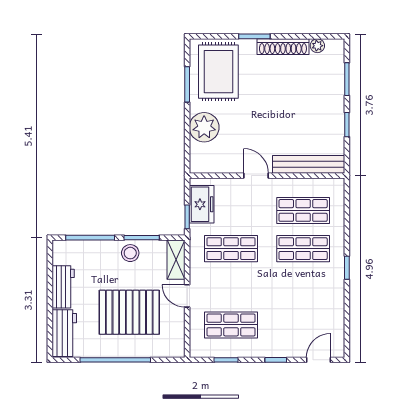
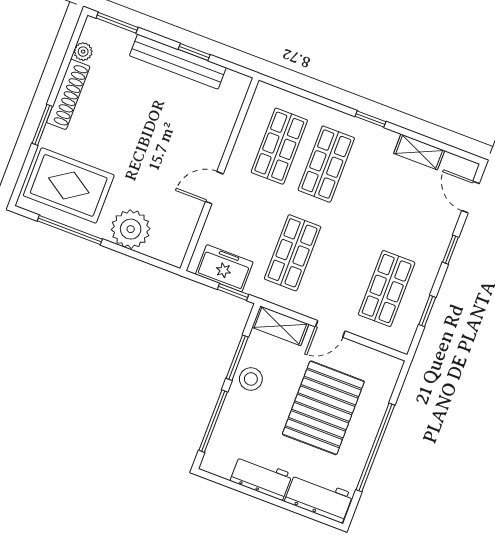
window: (347, 79) -> (117, 23), moved
window: (187, 84) -> (70, 230), width x1.44
bench: (309, 164) -> (178, 62), moved, turned 90
shelving: (337, 311) -> (419, 152), added

